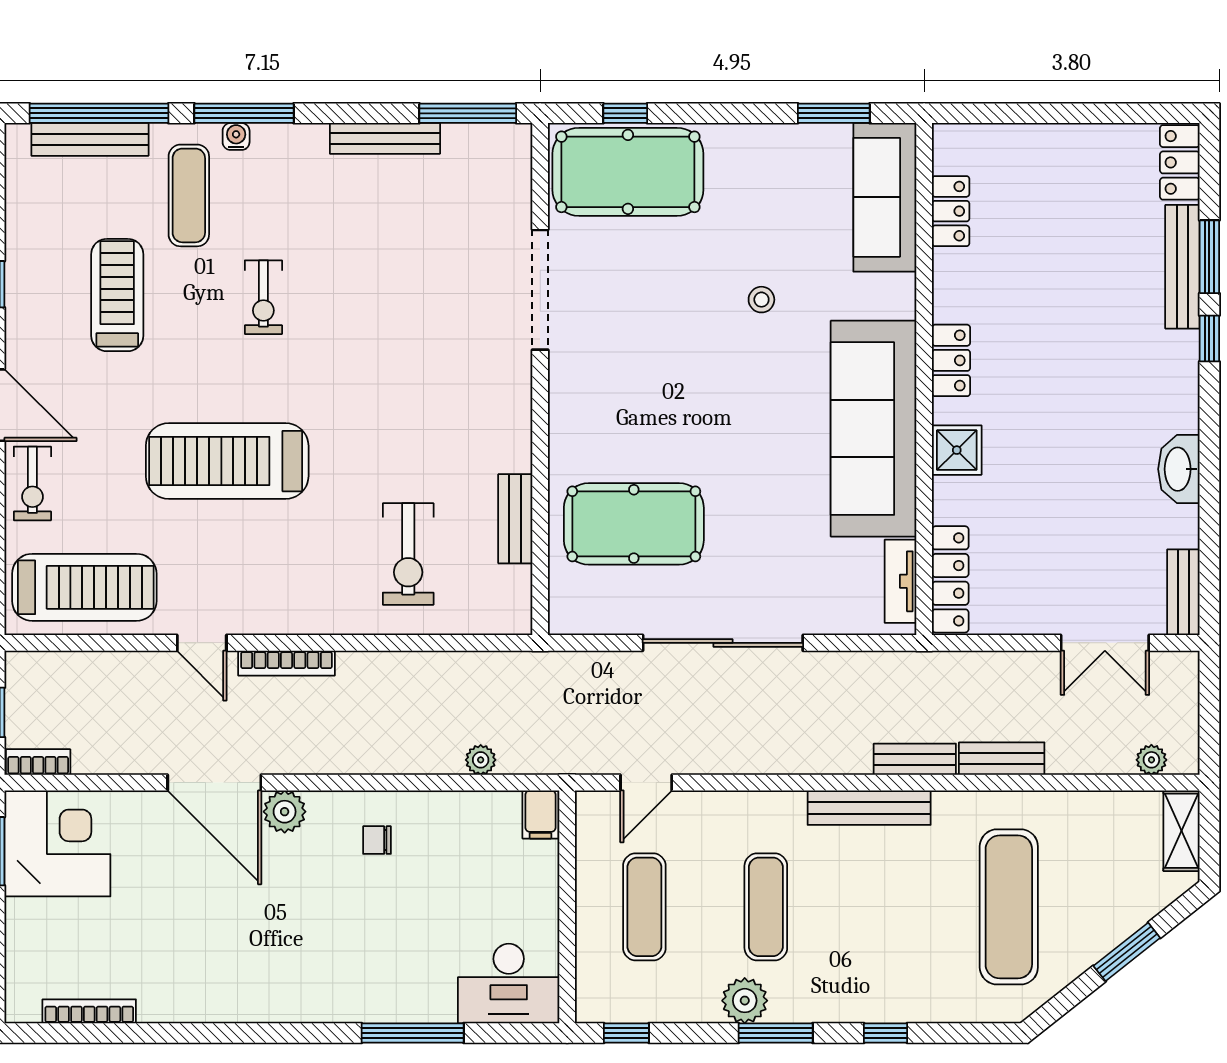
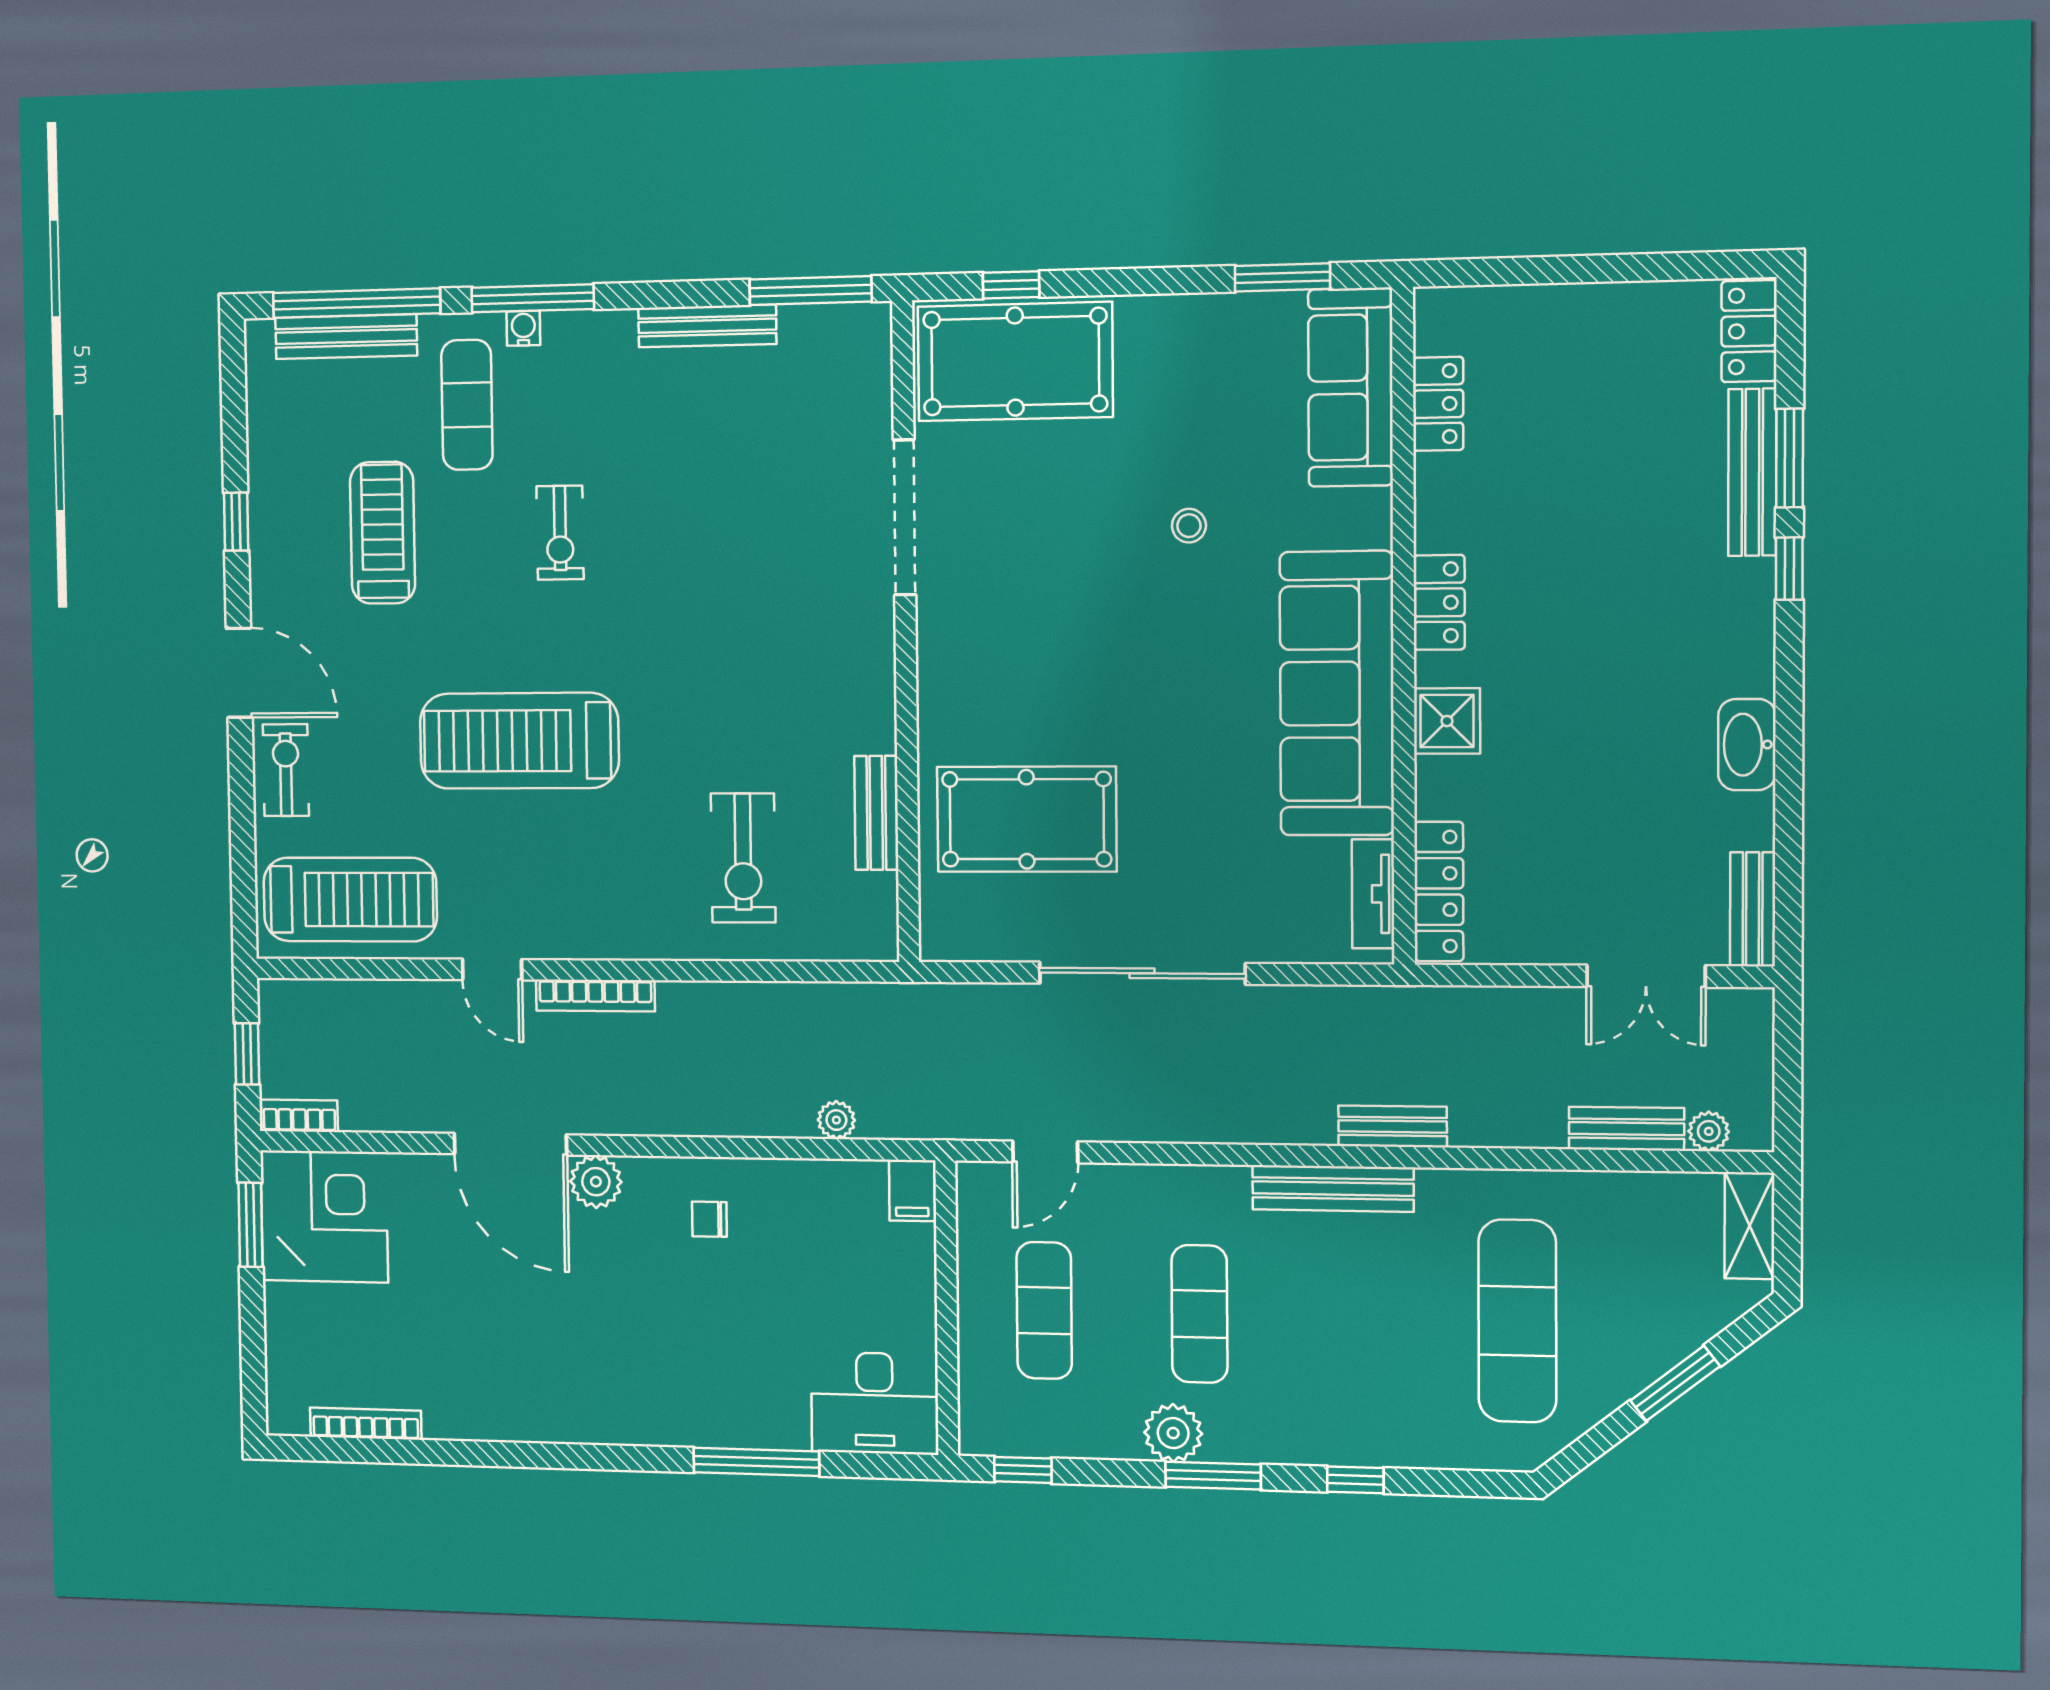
exercise bike: (32, 483) -> (286, 770), turned 180
bench: (1002, 759) -> (1626, 1129), moved

